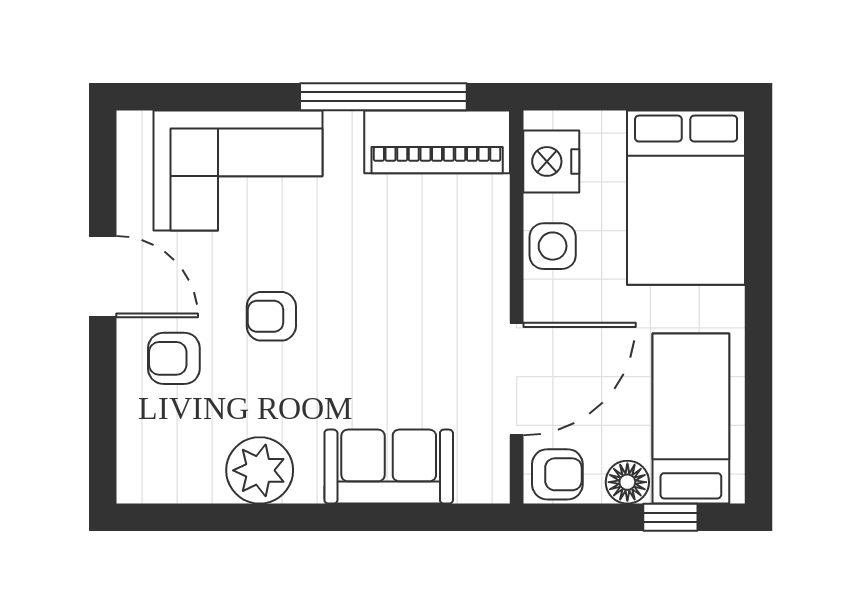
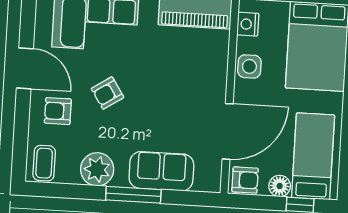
nightstand: (551, 161) -> (248, 24), width x0.74, depth x0.75
armchair: (271, 316) -> (107, 93), turned -33
coffee table: (153, 464) -> (44, 163), added
window: (335, 517) -> (133, 195), added

